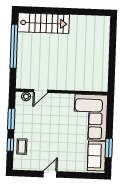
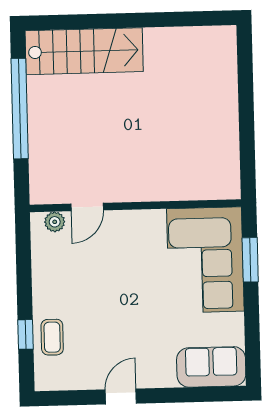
window: (11, 119) -> (24, 276), removed
window: (109, 148) -> (250, 260), moved
sofa: (97, 156) -> (211, 367), moved, turned 90

